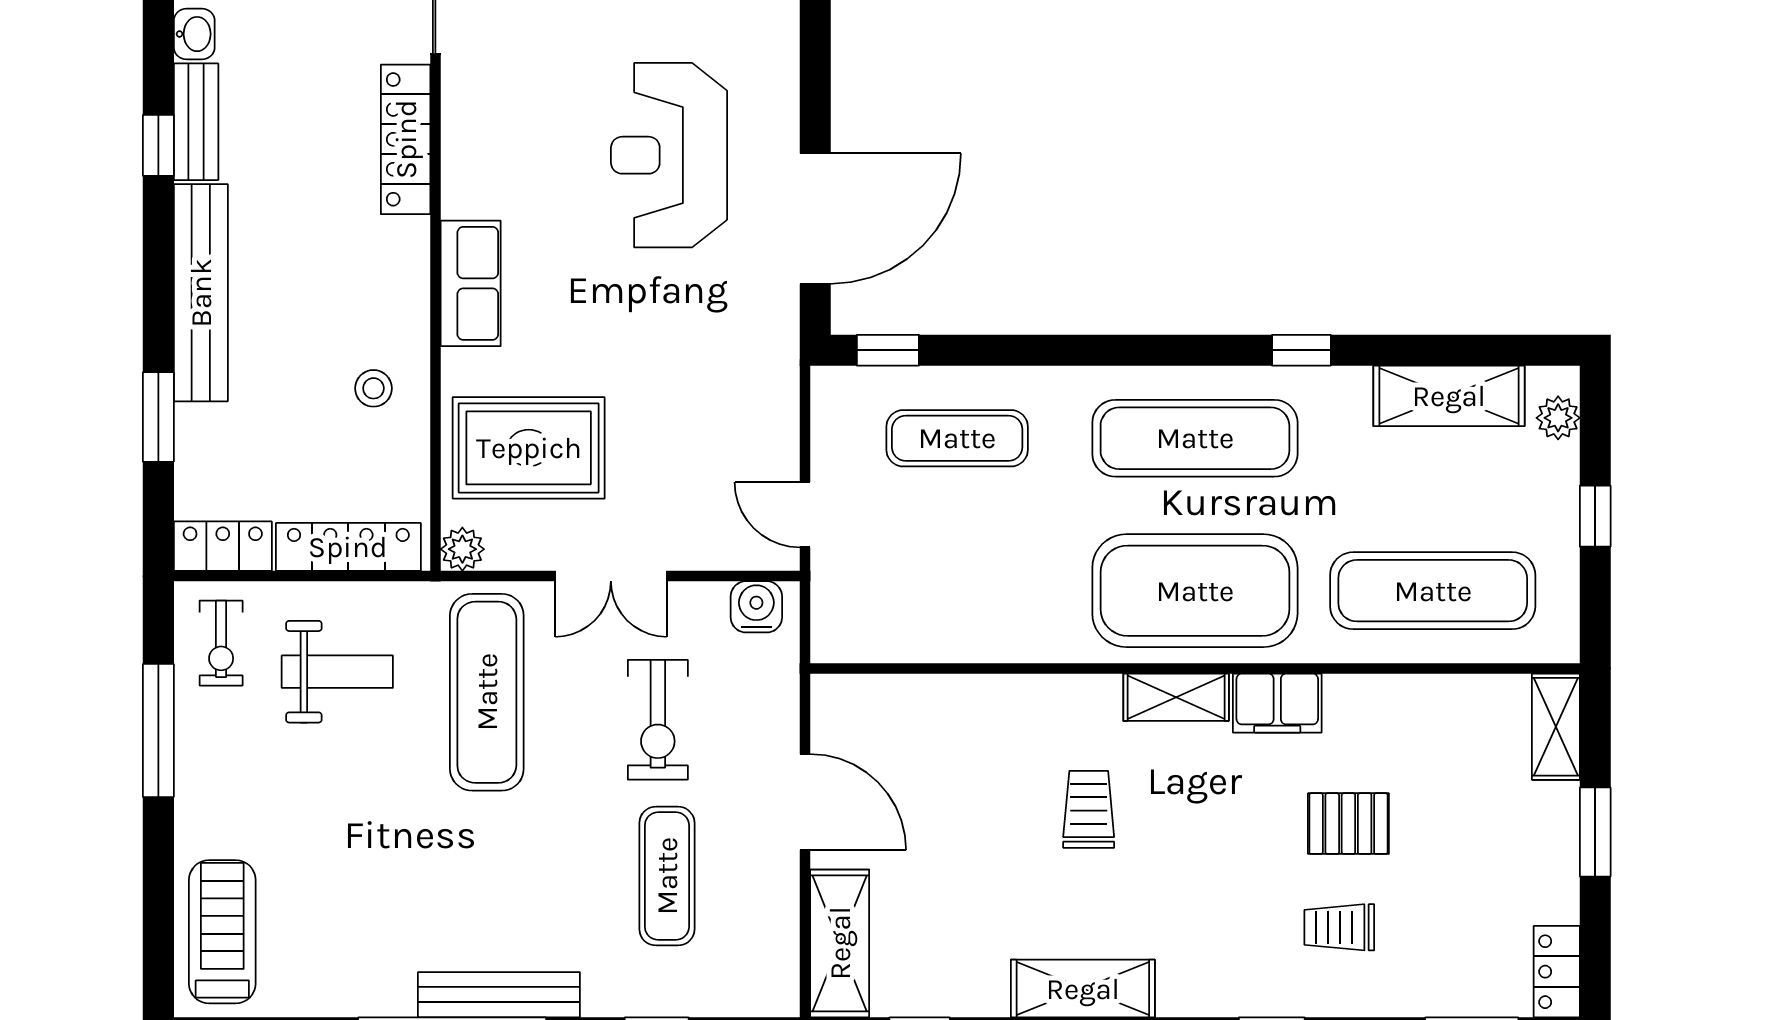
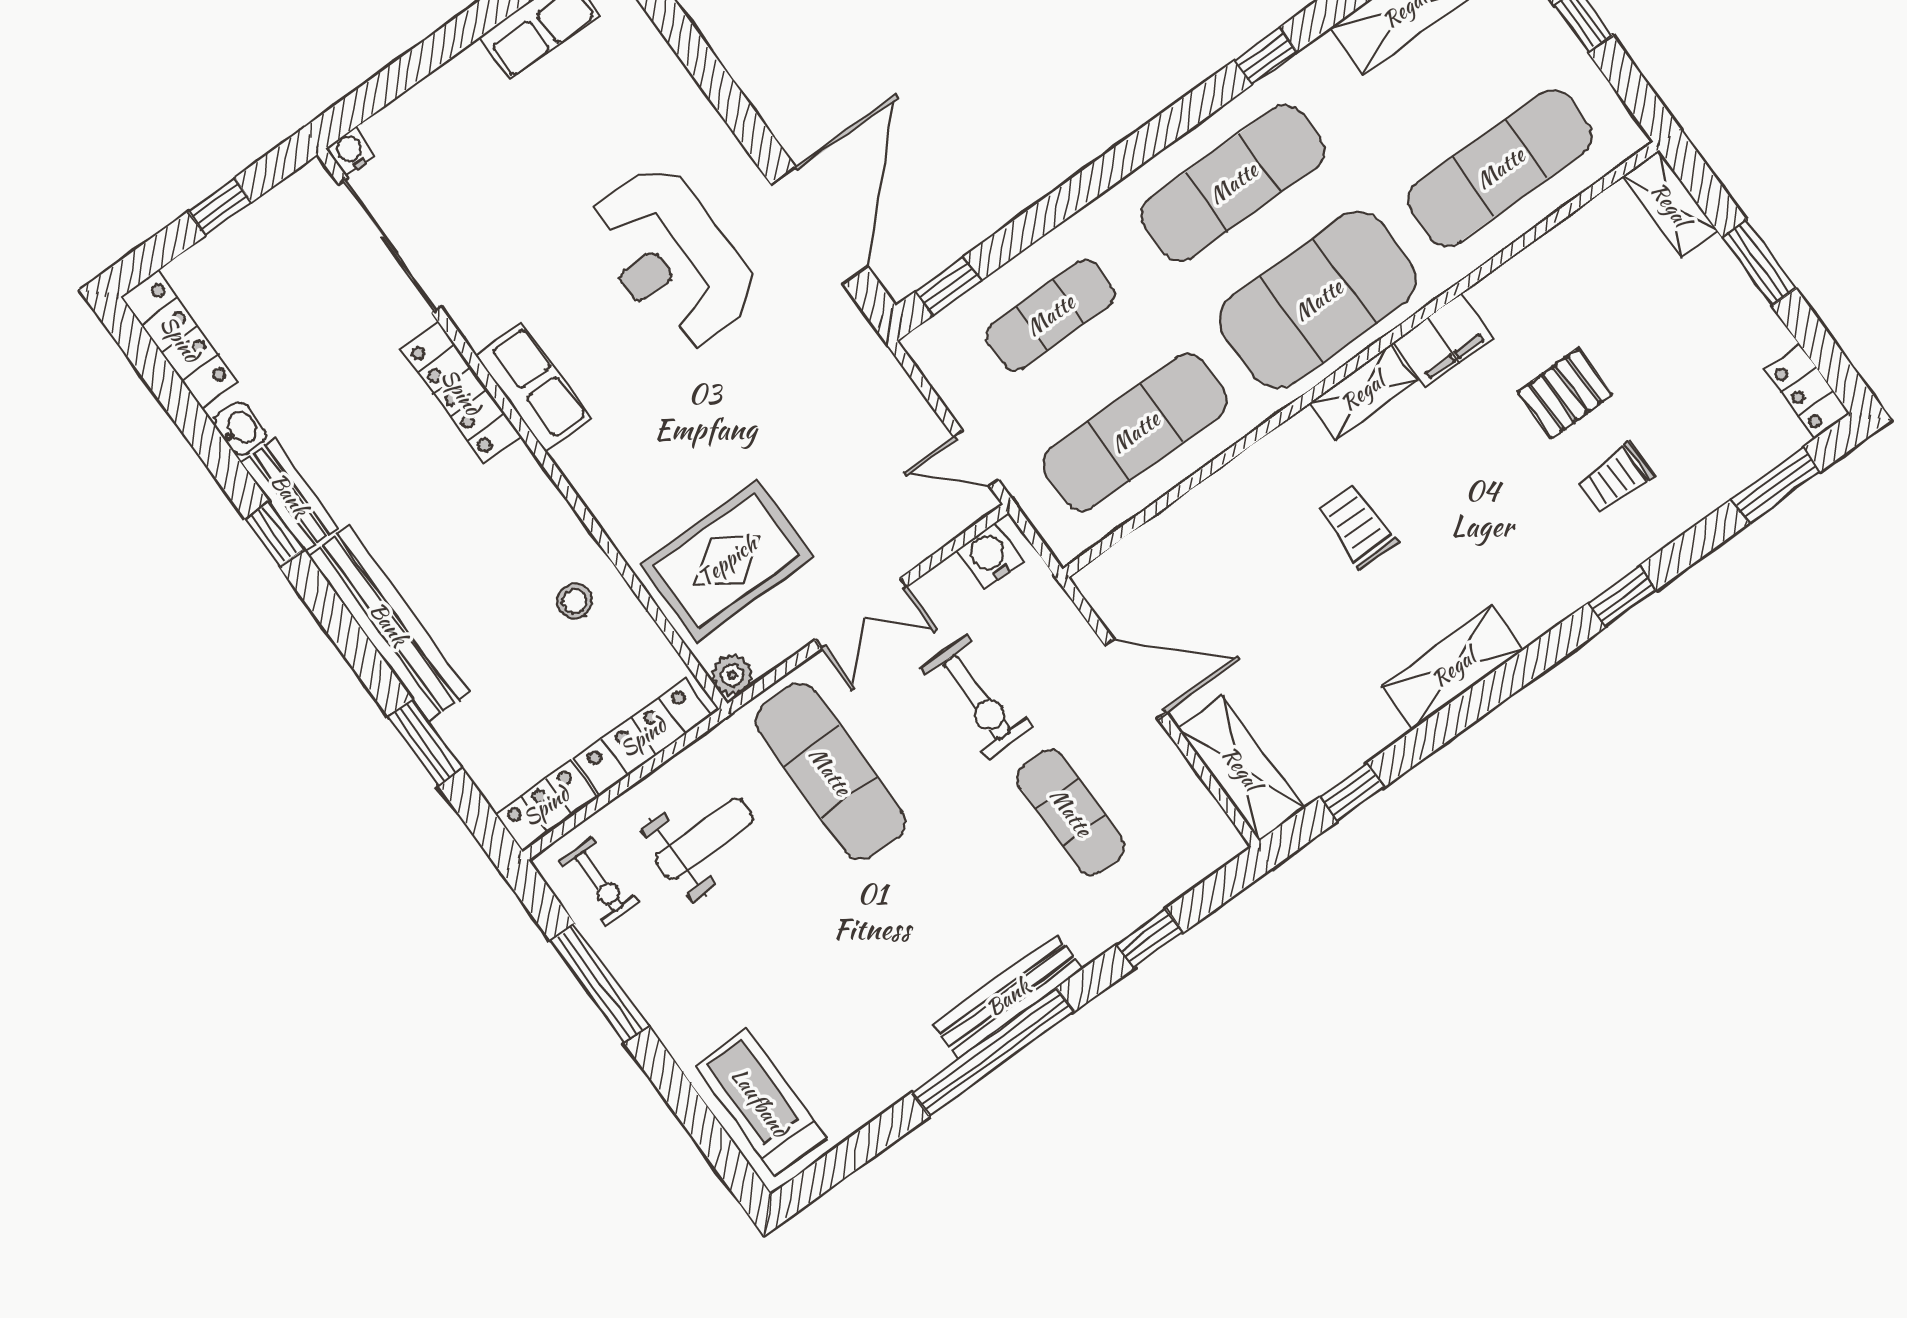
row of seats: (471, 283) -> (533, 387), moved
exercise mat: (957, 591) -> (1135, 432), added

